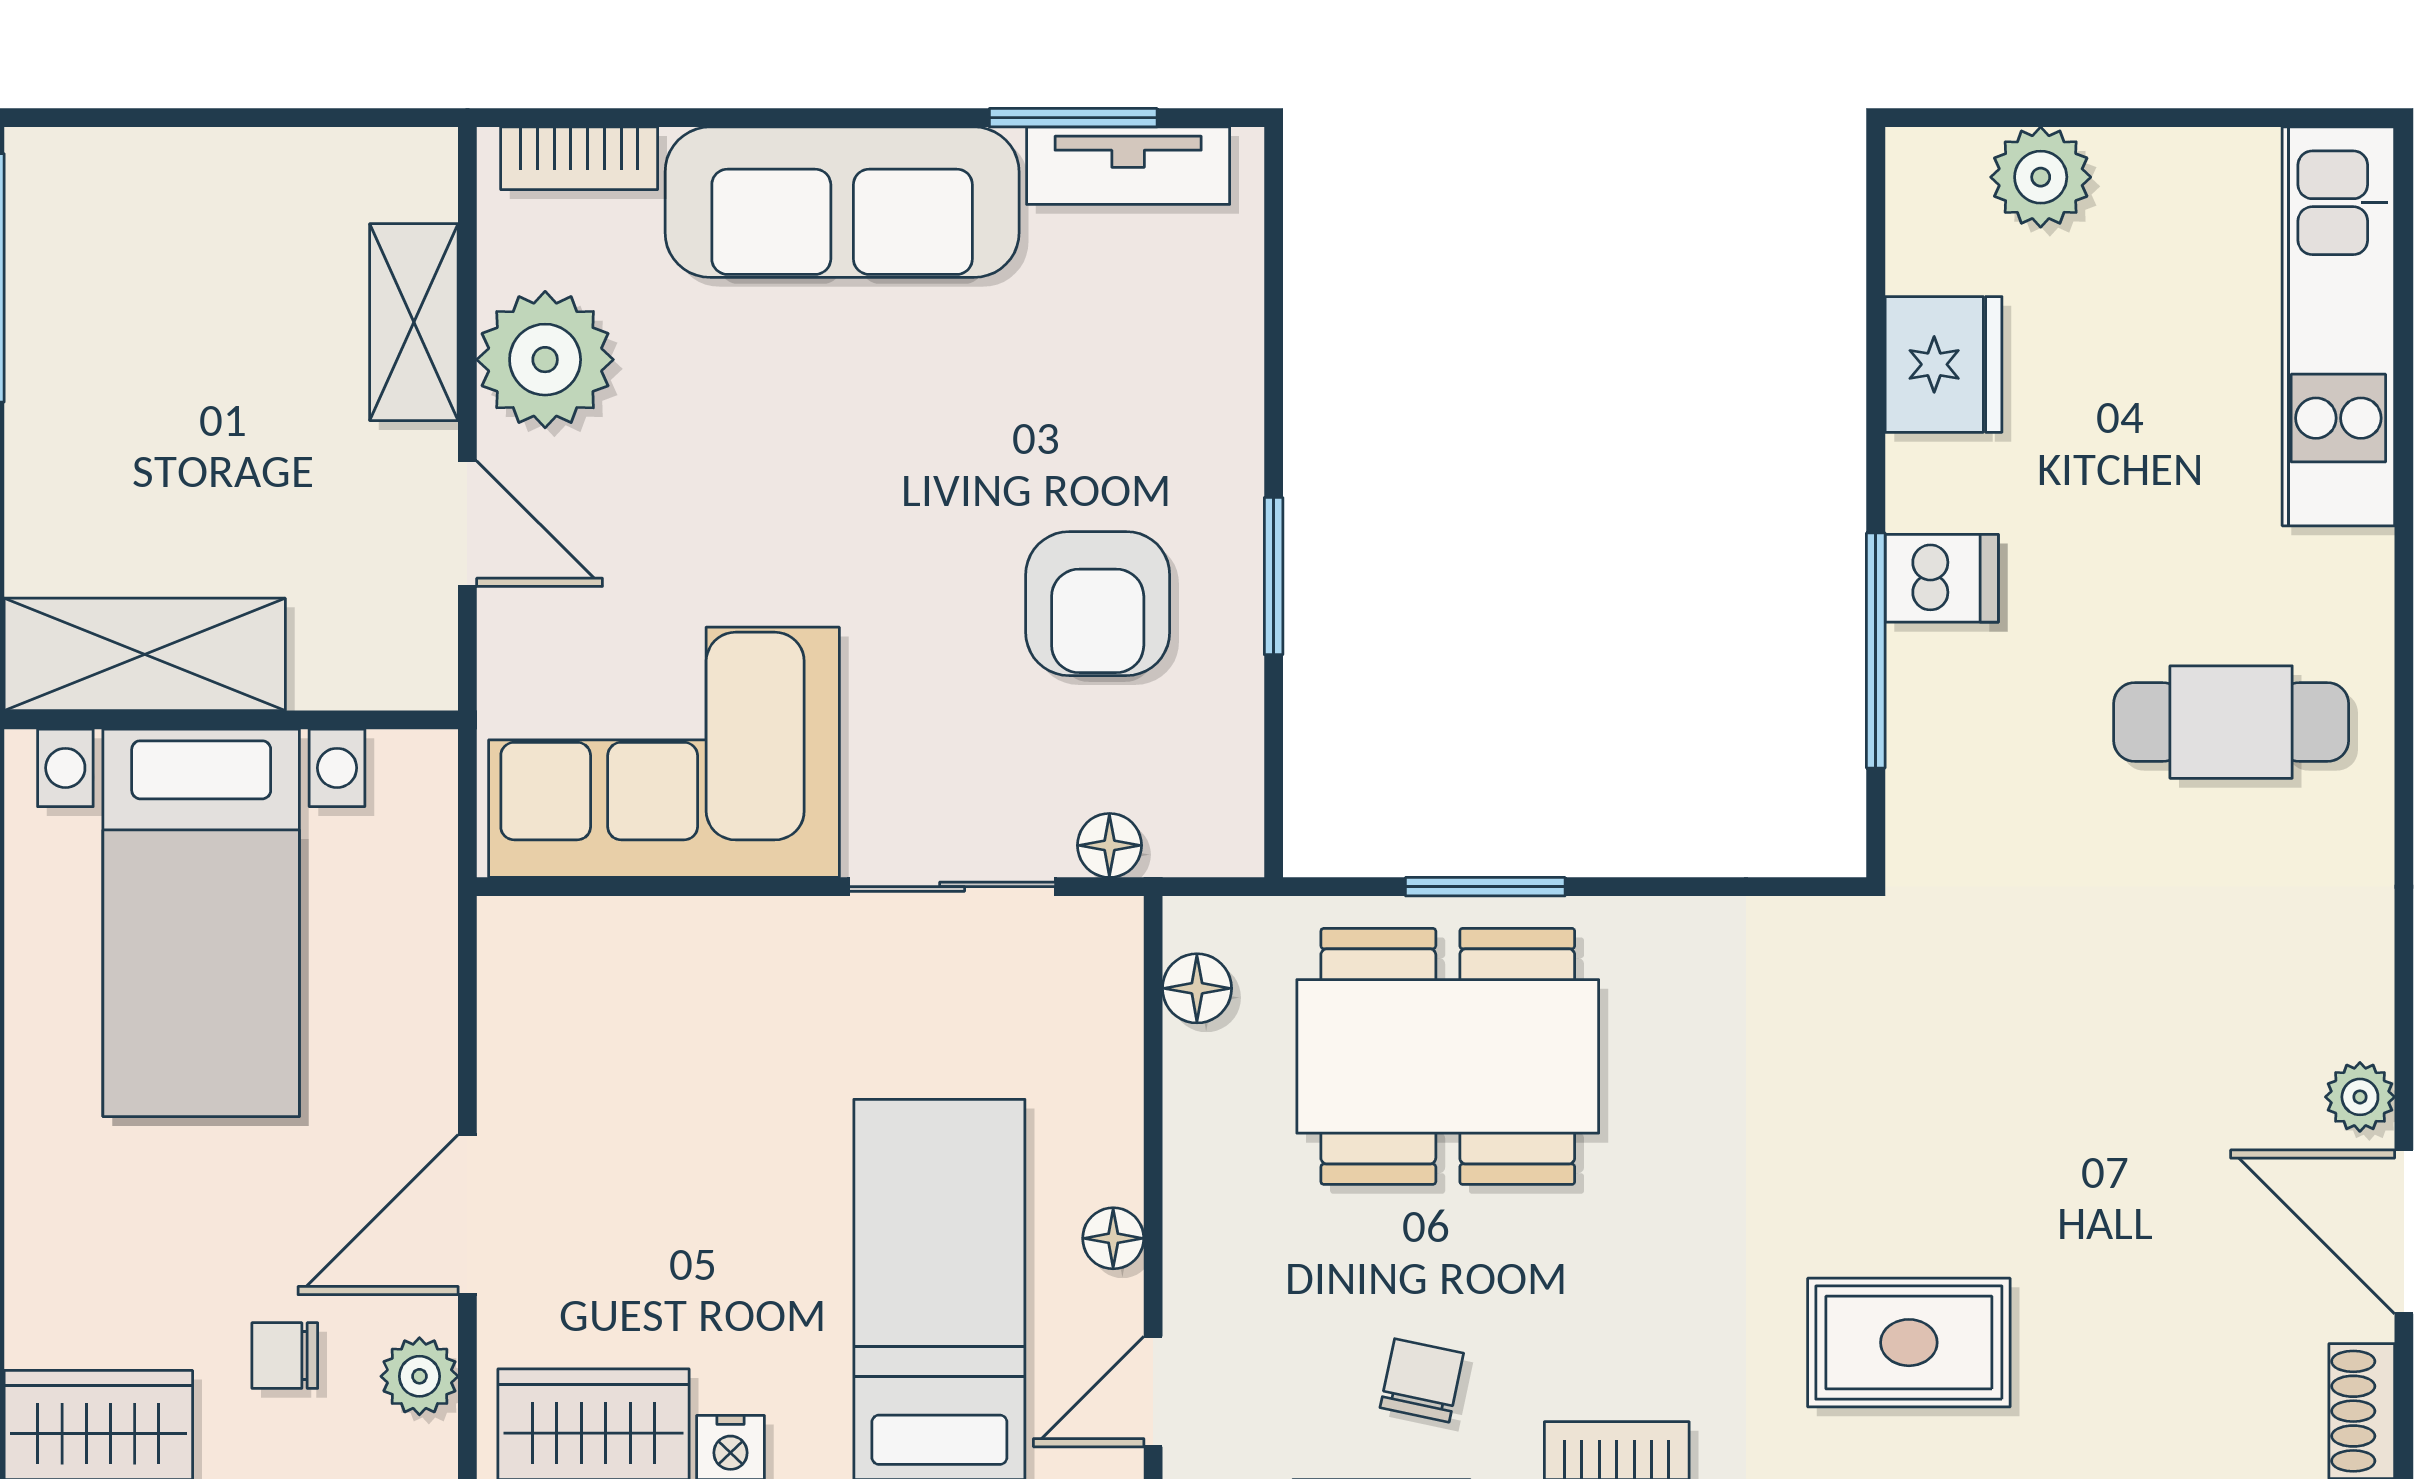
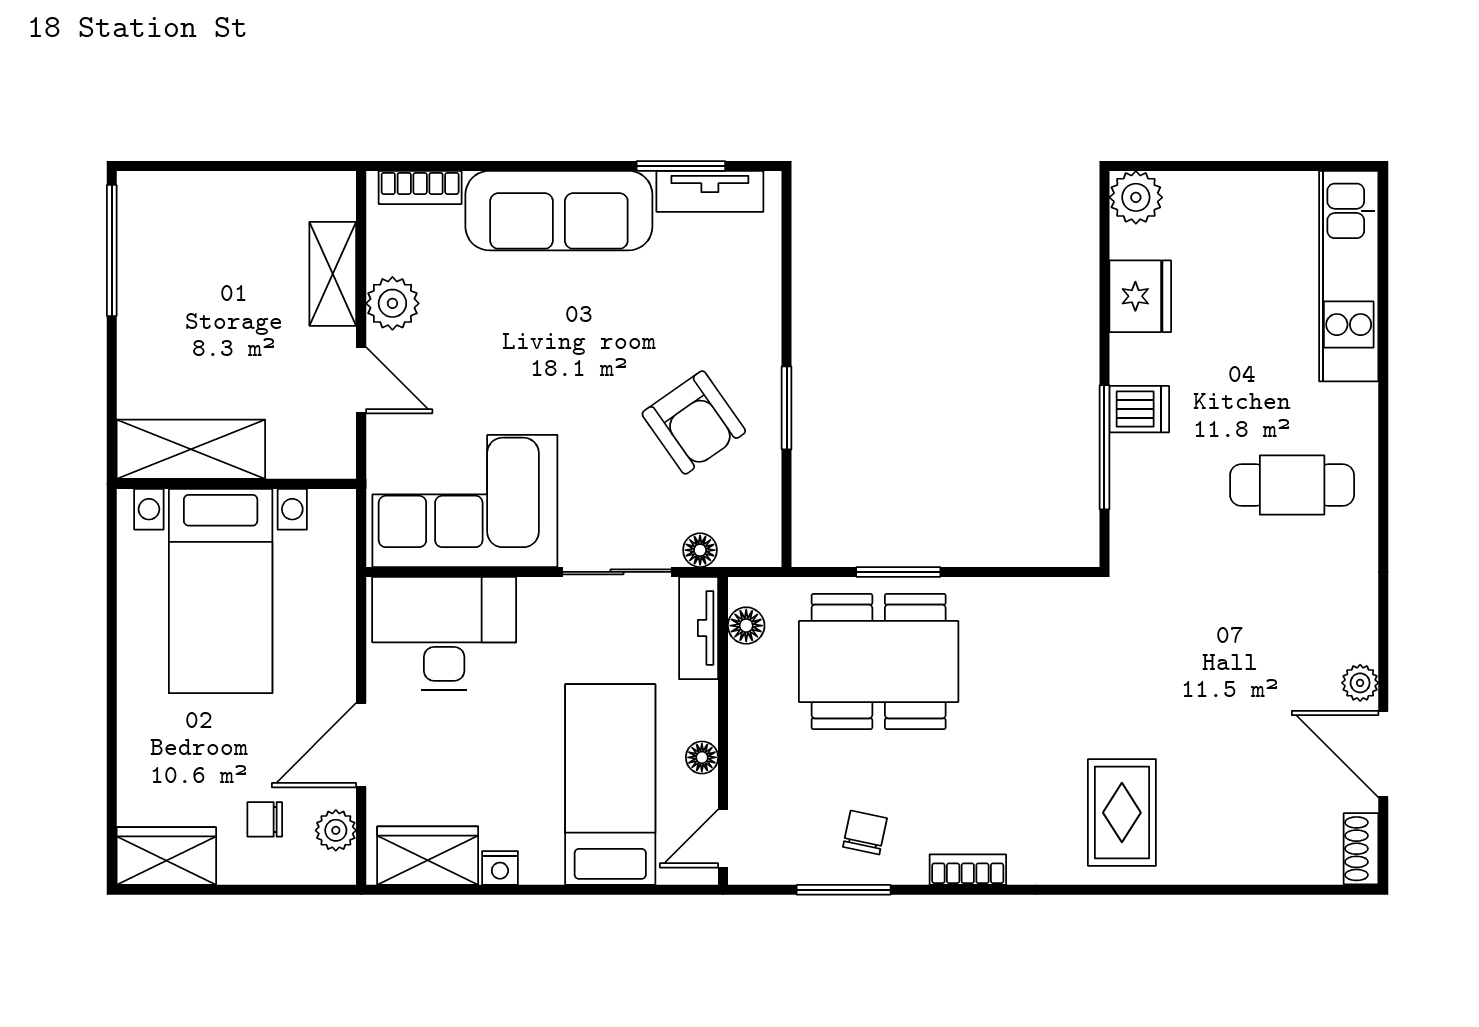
plant: (2041, 177) -> (1136, 197), moved
plant: (545, 360) -> (392, 303), width x0.73, depth x0.73
armchair: (1098, 604) -> (694, 422), turned -35
tv unit: (1107, 993) -> (699, 628), added
desk: (625, 1003) -> (444, 633), added
rug: (1909, 1343) -> (1122, 813), turned 90

